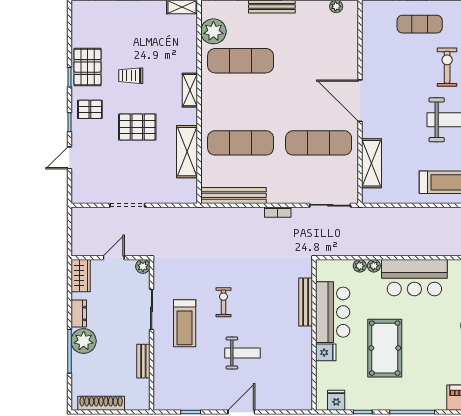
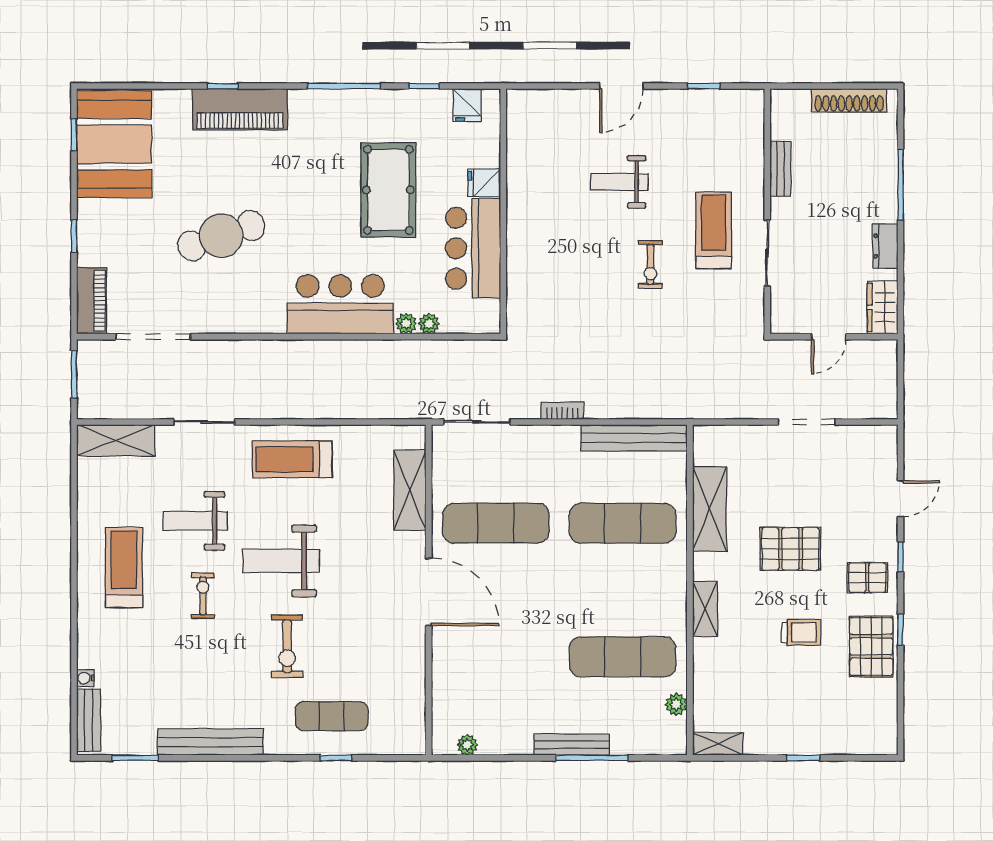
plant: (213, 31) -> (676, 704), width x0.53, depth x0.53
plant: (143, 266) -> (781, 323), removed
bench: (306, 302) -> (517, 265), removed
plant: (84, 341) -> (878, 201), removed

